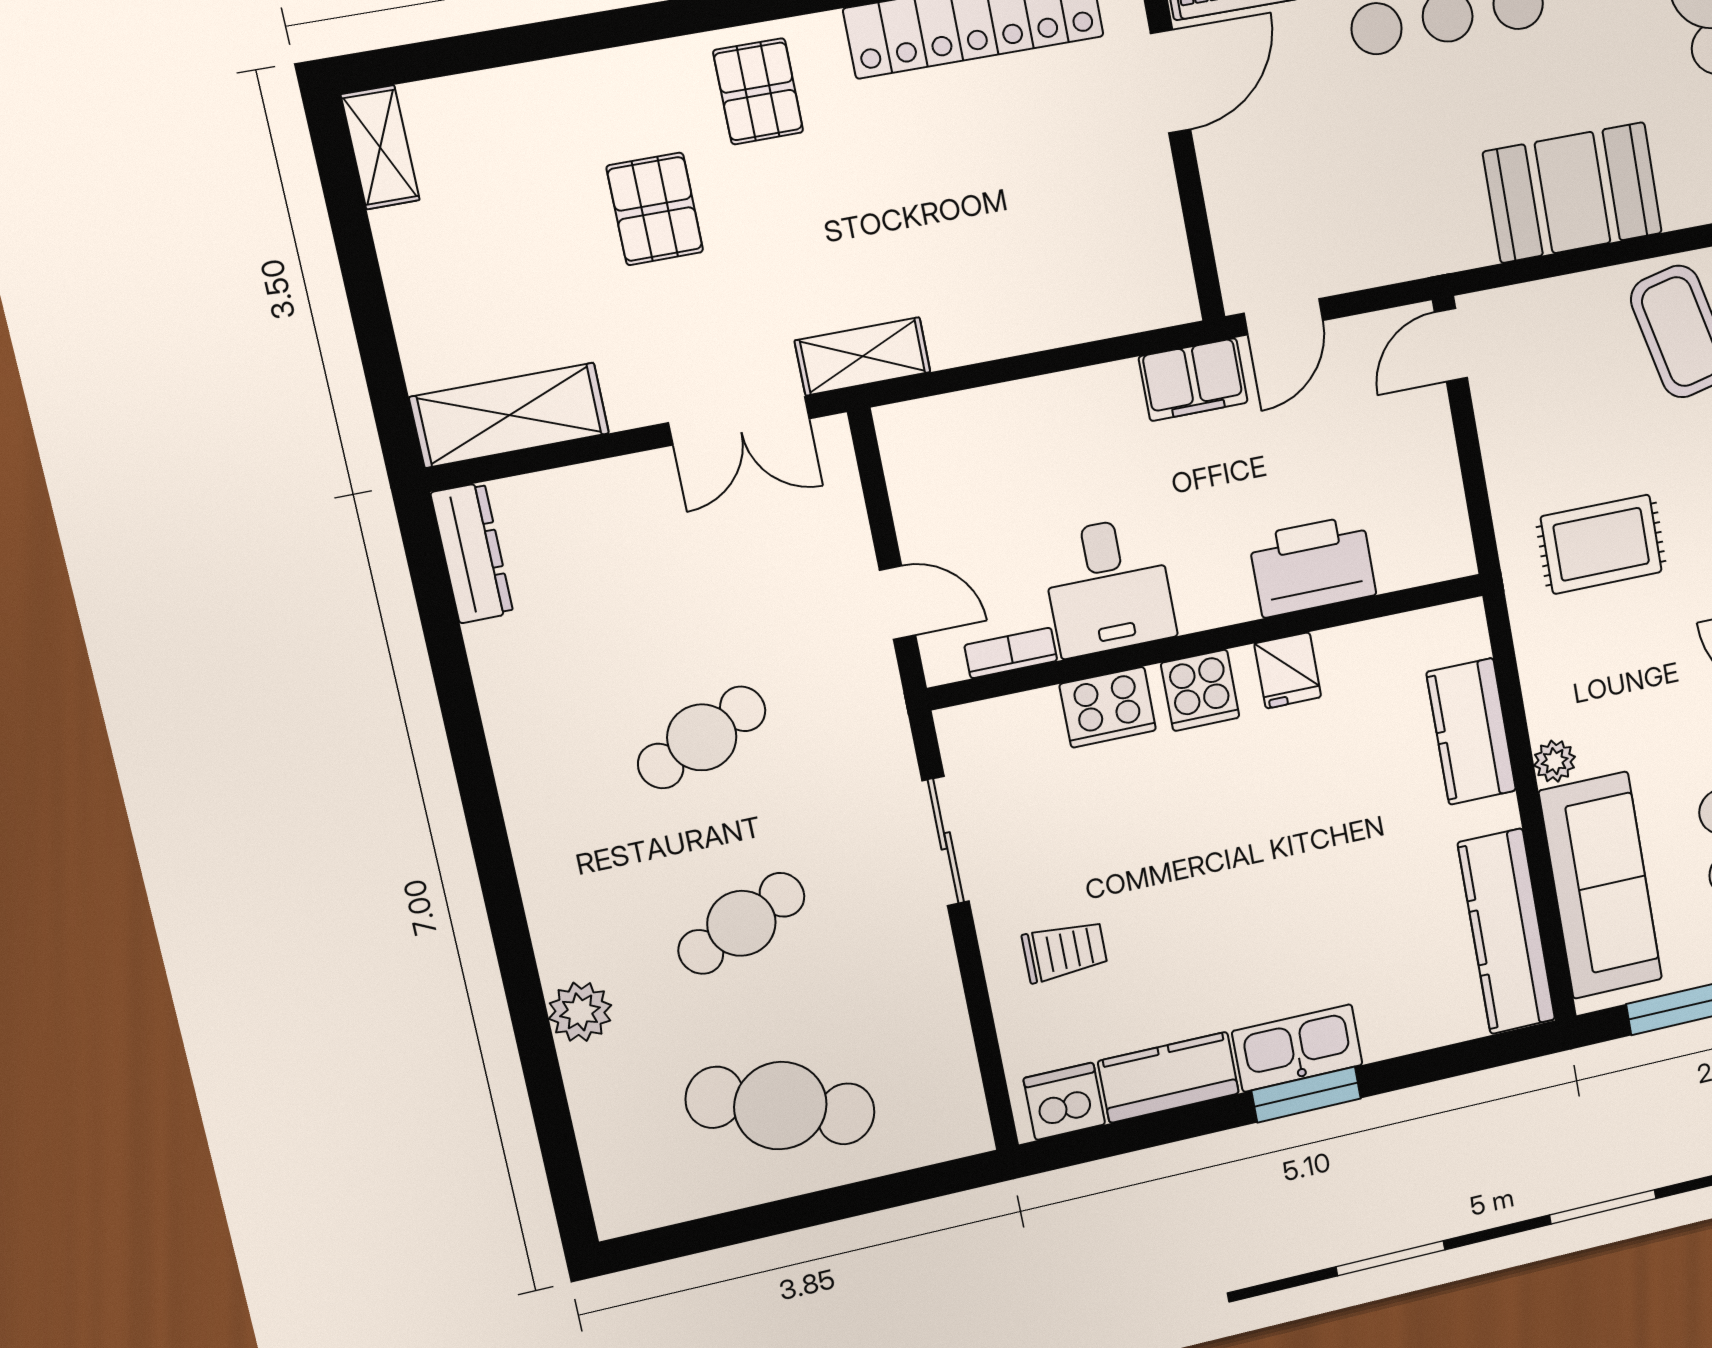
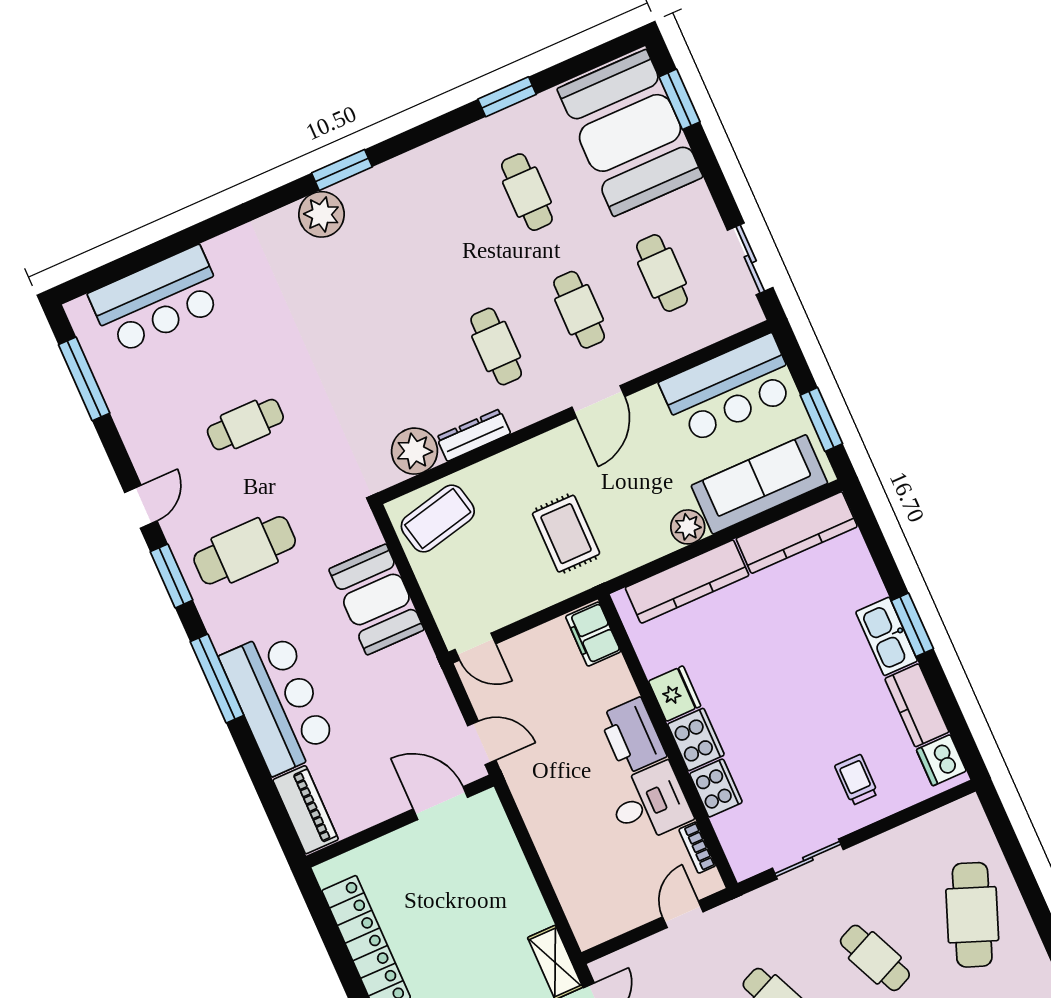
door: (1171, 81) -> (440, 803), moved
filing cabinet: (1193, 380) -> (593, 634), moved, turned 180
printer: (1312, 566) -> (633, 736), moved
fridge: (1288, 670) -> (675, 694), width x1.38
cooker: (1200, 690) -> (696, 740), width x1.36
kitchen counter: (1471, 731) -> (687, 582), width x1.50
plant: (1555, 761) -> (688, 527), width x1.38, depth x1.38

